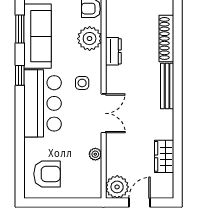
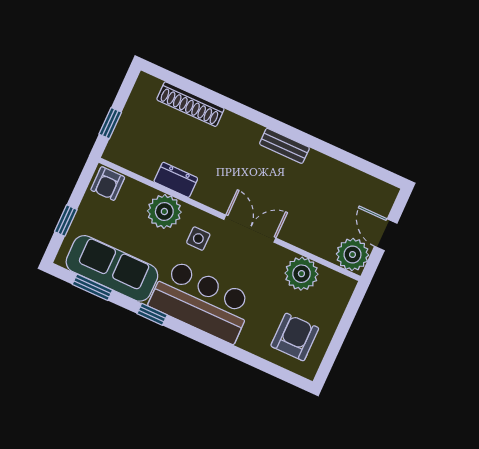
plant: (90, 39) -> (164, 212), moved
bench: (167, 86) -> (284, 146), moved, width x0.73
plant: (95, 154) -> (301, 274), width x1.88, depth x1.88
wardrobe: (164, 156) -> (341, 176), removed

